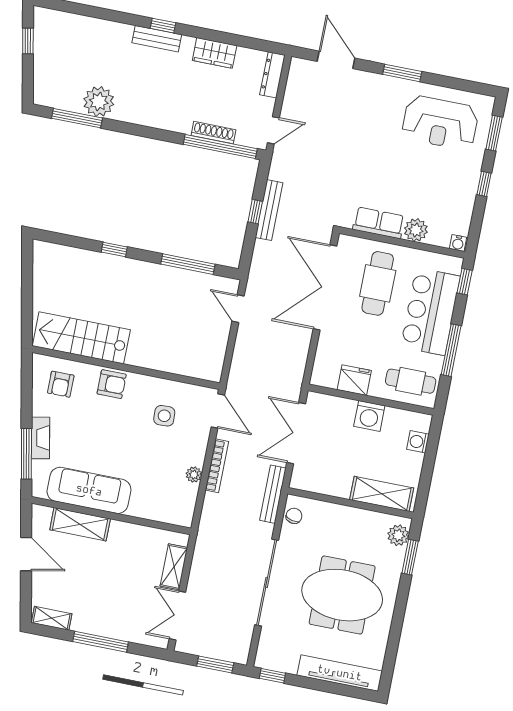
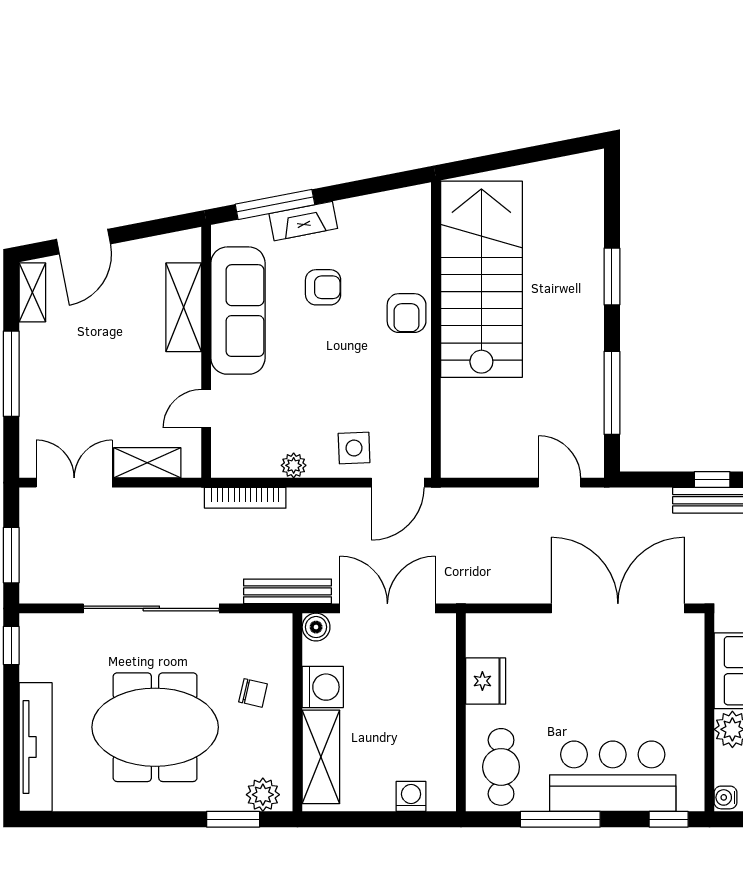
window: (114, 250) -> (612, 276), width x1.50
cafe table: (378, 283) -> (640, 687), removed
door: (238, 309) -> (559, 483), hinge flipped
stairs: (81, 338) -> (481, 279), width x1.36, depth x1.51
armchair: (61, 384) -> (323, 287), moved, turned 180
side table: (164, 416) -> (354, 448), moved
washing machine: (369, 416) -> (323, 687), moved, turned 180
bookcase: (217, 466) -> (245, 498), moved
boiler: (299, 481) -> (316, 627), added
chair: (294, 516) -> (253, 693), moved
door: (147, 523) -> (206, 409), added
door: (26, 554) -> (83, 242), moved
meeting table: (342, 595) -> (155, 727), turned 90

